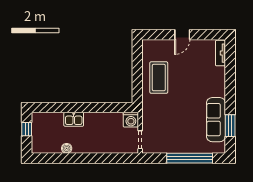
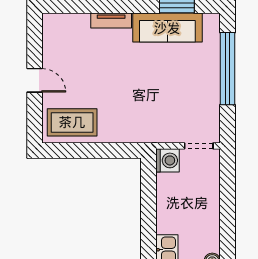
tv unit: (220, 53) -> (111, 21), moved
coffee table: (159, 78) -> (72, 122), moved

